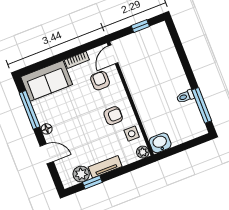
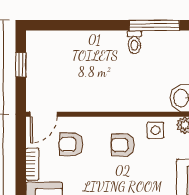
door: (113, 54) -> (44, 114), hinge flipped
armchair: (113, 116) -> (123, 145), turned -90

